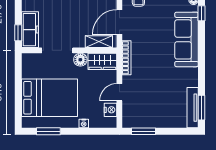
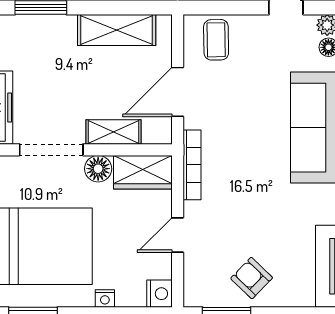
shelving: (99, 42) -> (113, 132), moved
nightstand: (110, 110) -> (159, 294), moved
armchair: (156, 113) -> (252, 278), added

